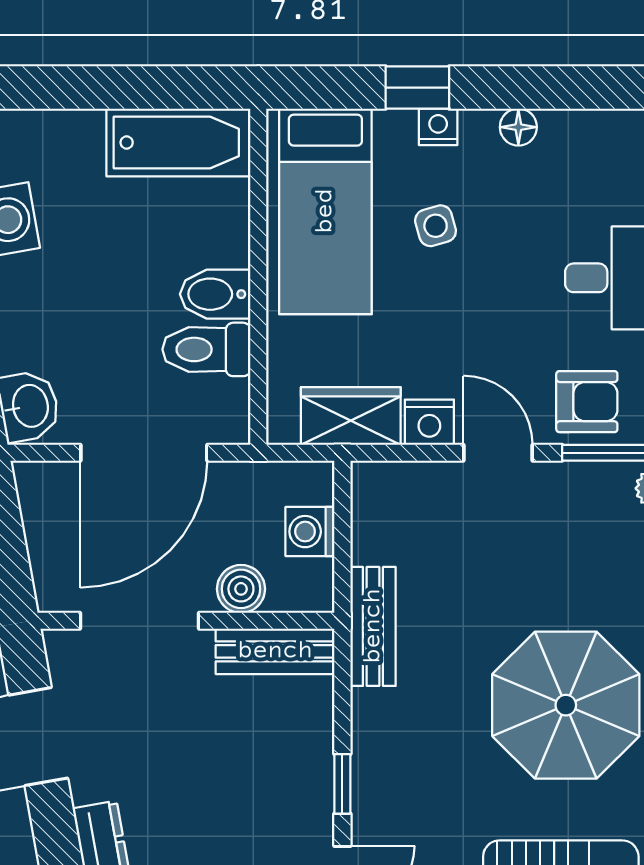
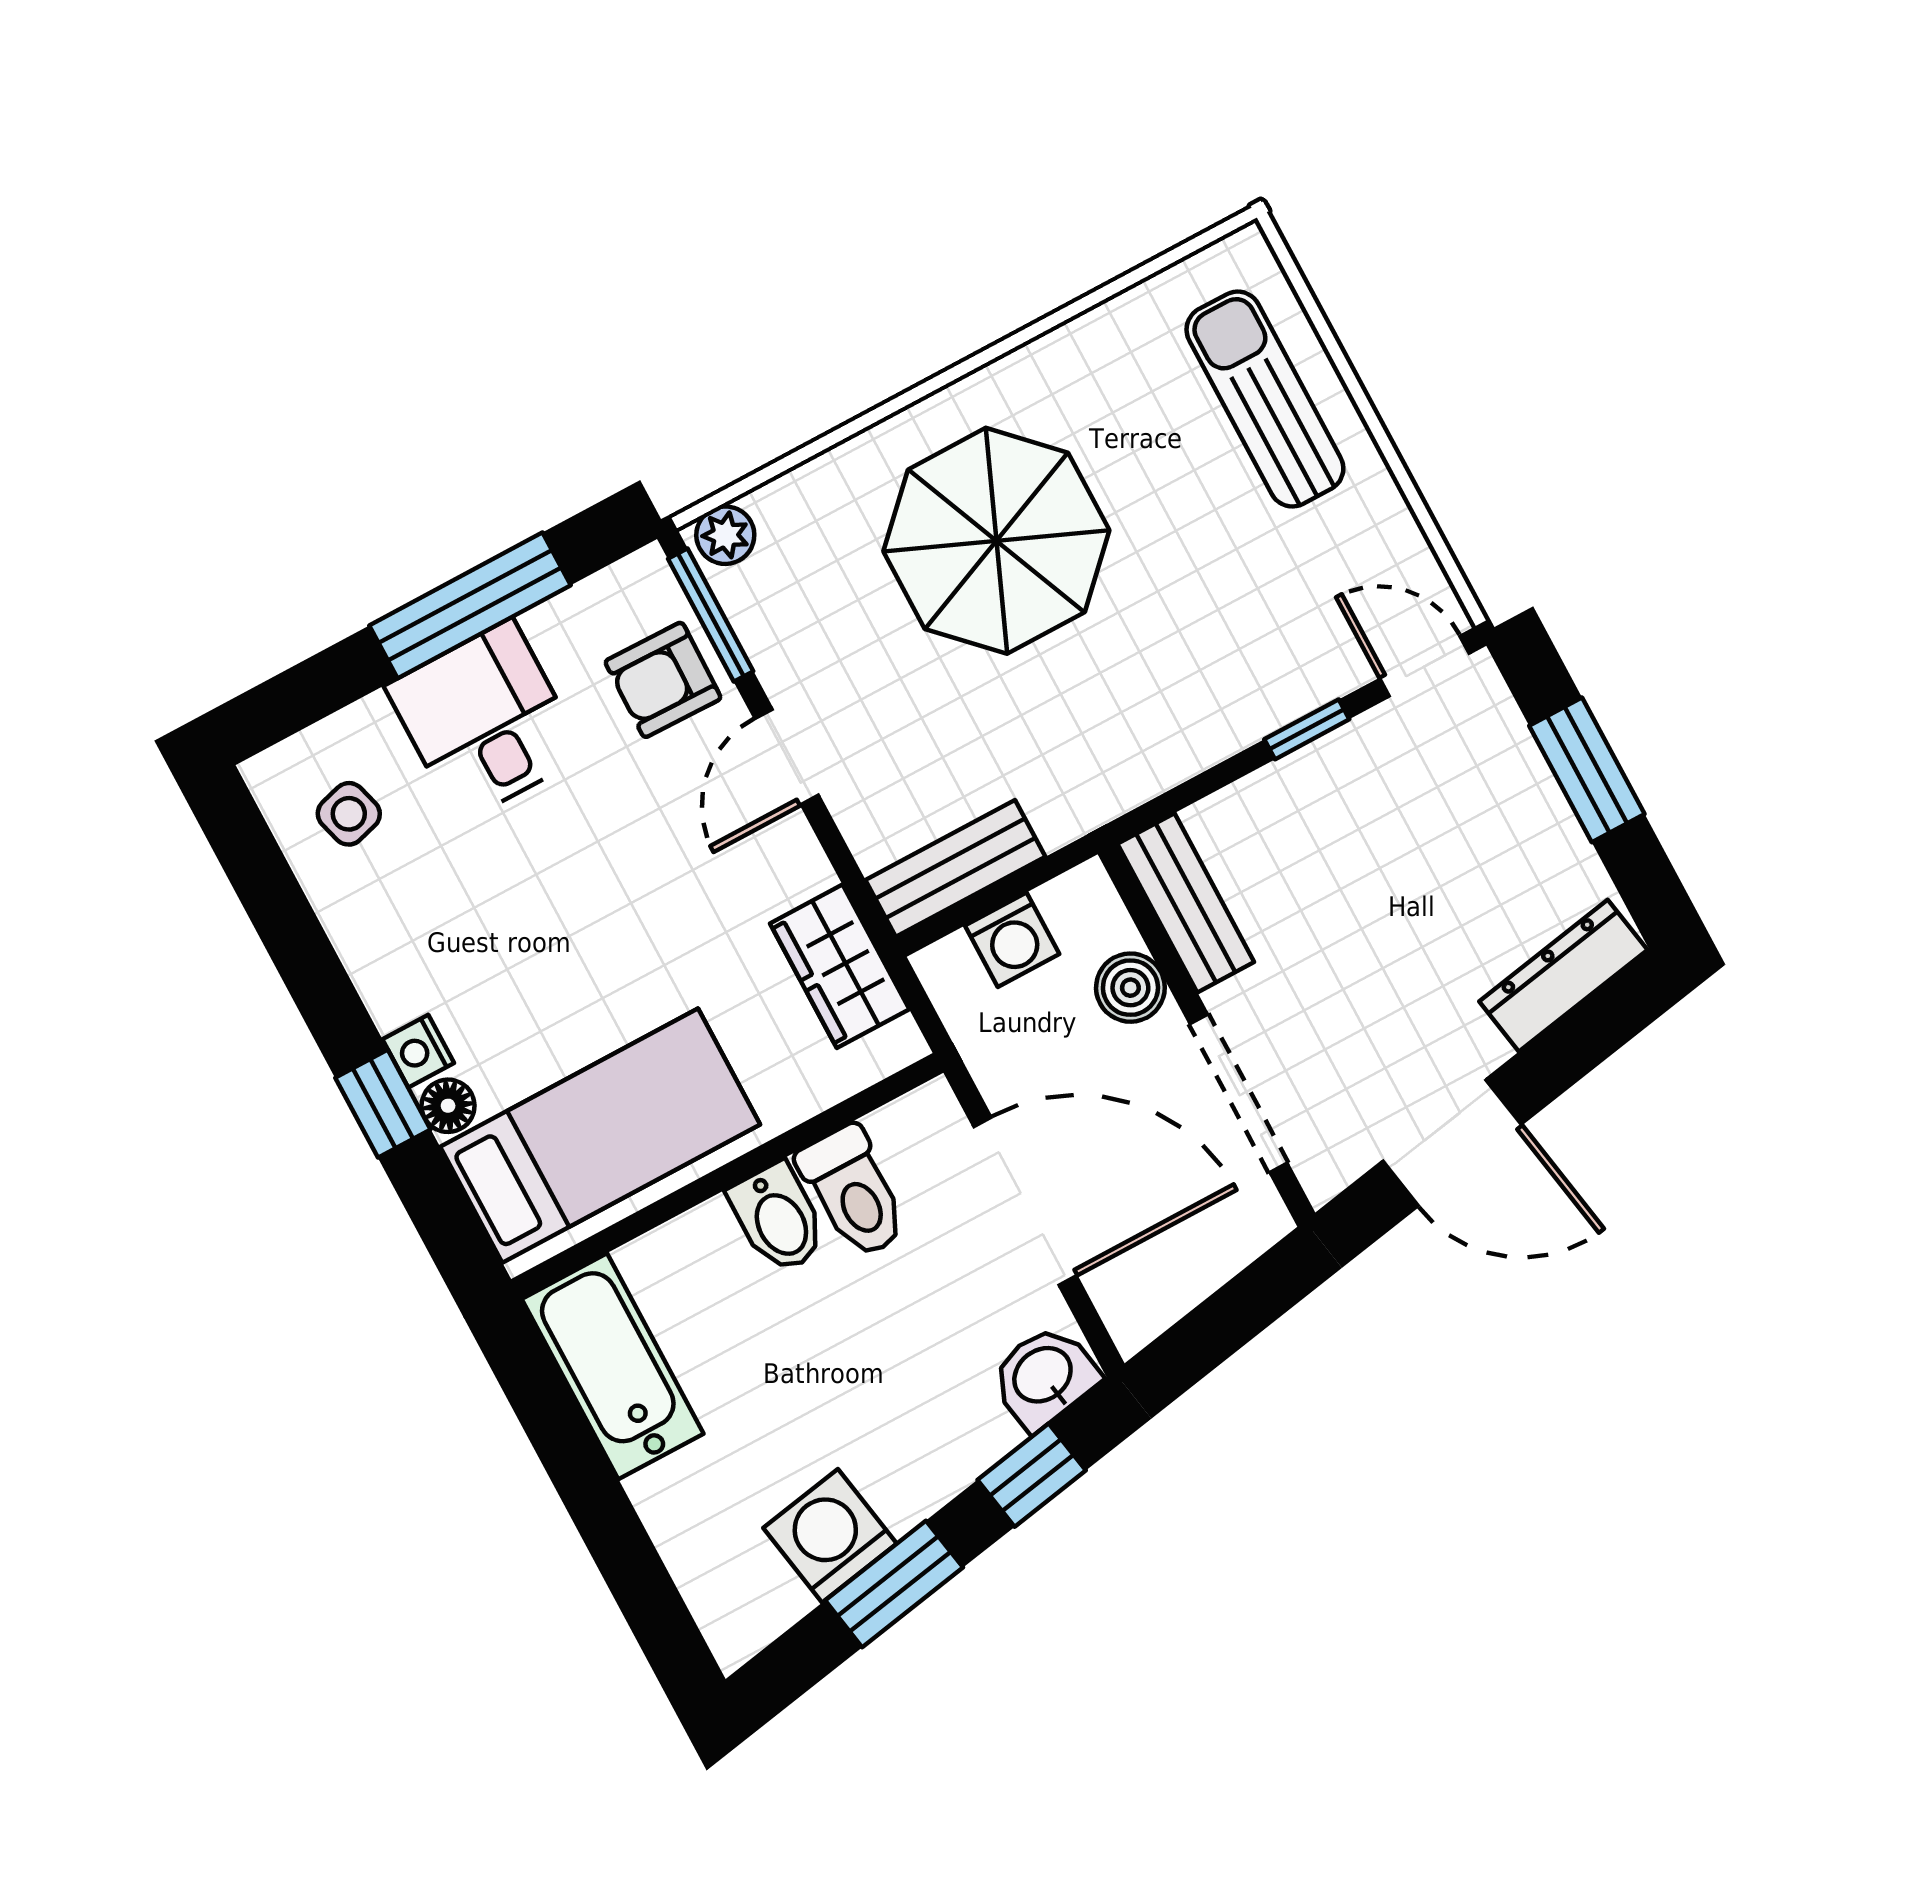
floor lamp: (518, 127) -> (448, 1106), moved
side table: (436, 226) -> (349, 814), moved
armchair: (587, 402) -> (663, 680), turned -89
nightstand: (429, 422) -> (795, 864), removed
bench: (373, 626) -> (955, 868), moved
parasol: (566, 705) -> (996, 541), moved

